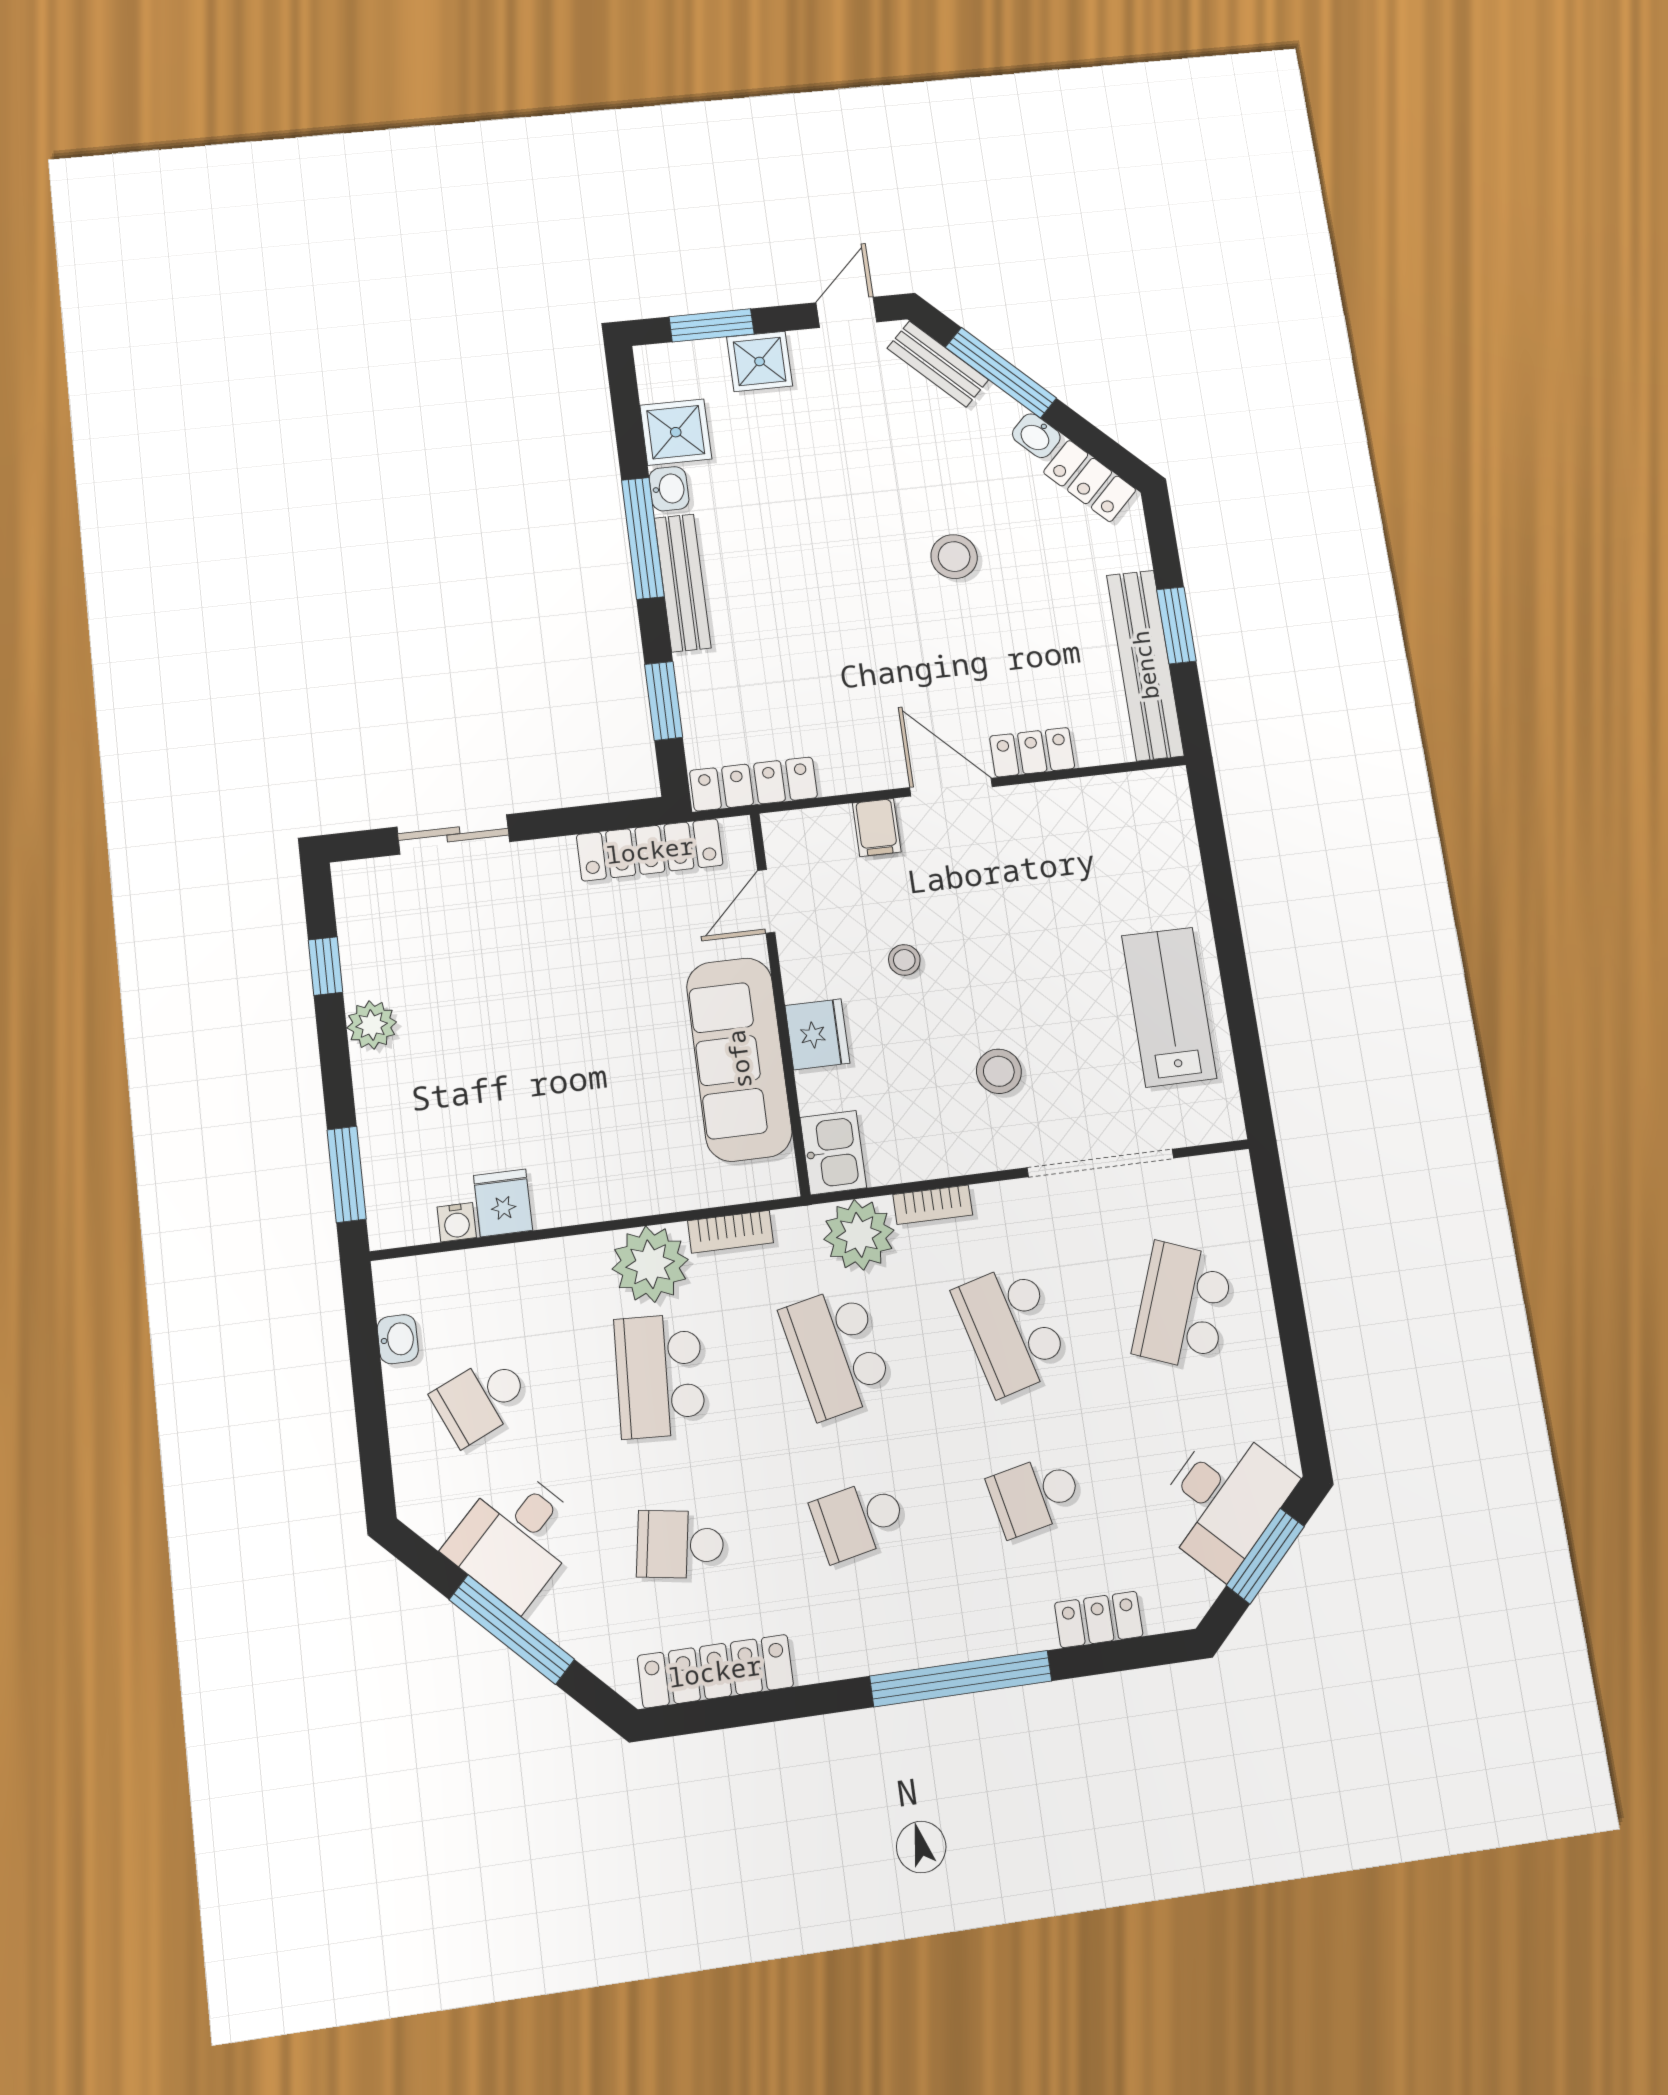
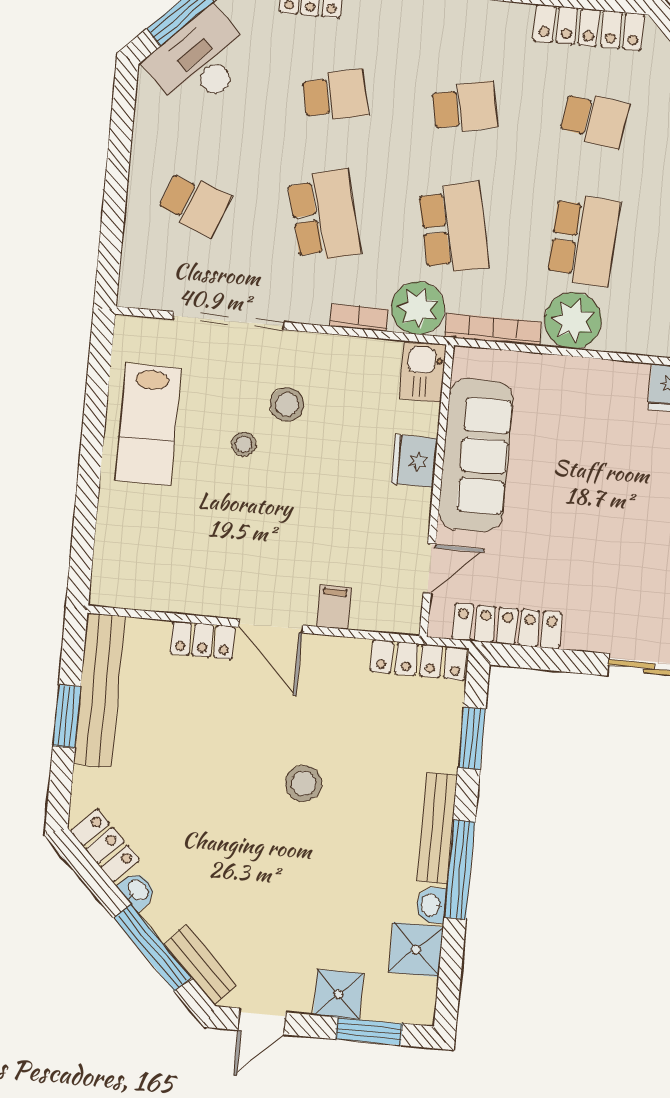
stool: (954, 557) -> (304, 783), moved
stool: (904, 960) -> (244, 444), moved
bookcase: (731, 1232) -> (493, 329), width x1.56
school desk: (1183, 1306) -> (194, 204), width x0.54

